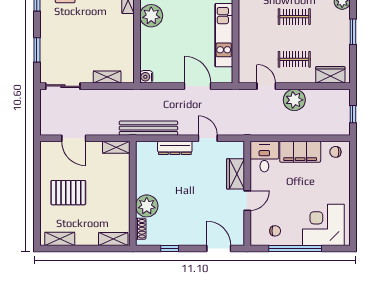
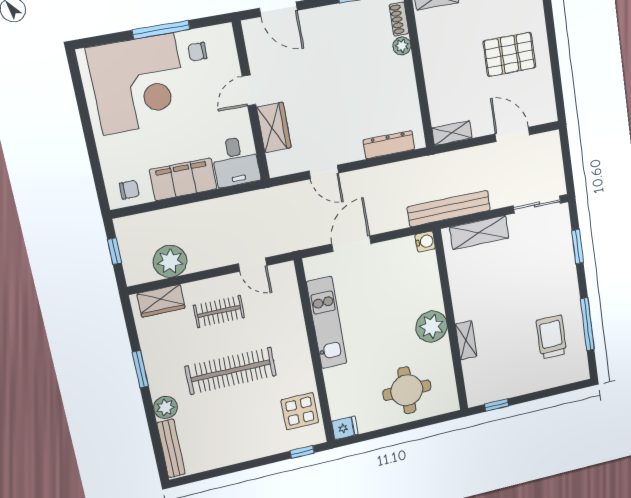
clothes rail: (294, 17) -> (231, 371), width x1.86, depth x1.31
shelving: (107, 77) -> (479, 233), width x1.50, depth x1.33
door: (198, 86) -> (351, 244), swing flipped
plant: (294, 100) -> (170, 261), moved
bench: (148, 128) -> (449, 209), moved
dresser: (175, 148) -> (389, 145), moved
plant: (147, 206) -> (402, 46), width x0.53, depth x0.53
corner desk: (323, 225) -> (138, 84), width x1.36, depth x1.36
window: (295, 248) -> (161, 30), width x0.68

